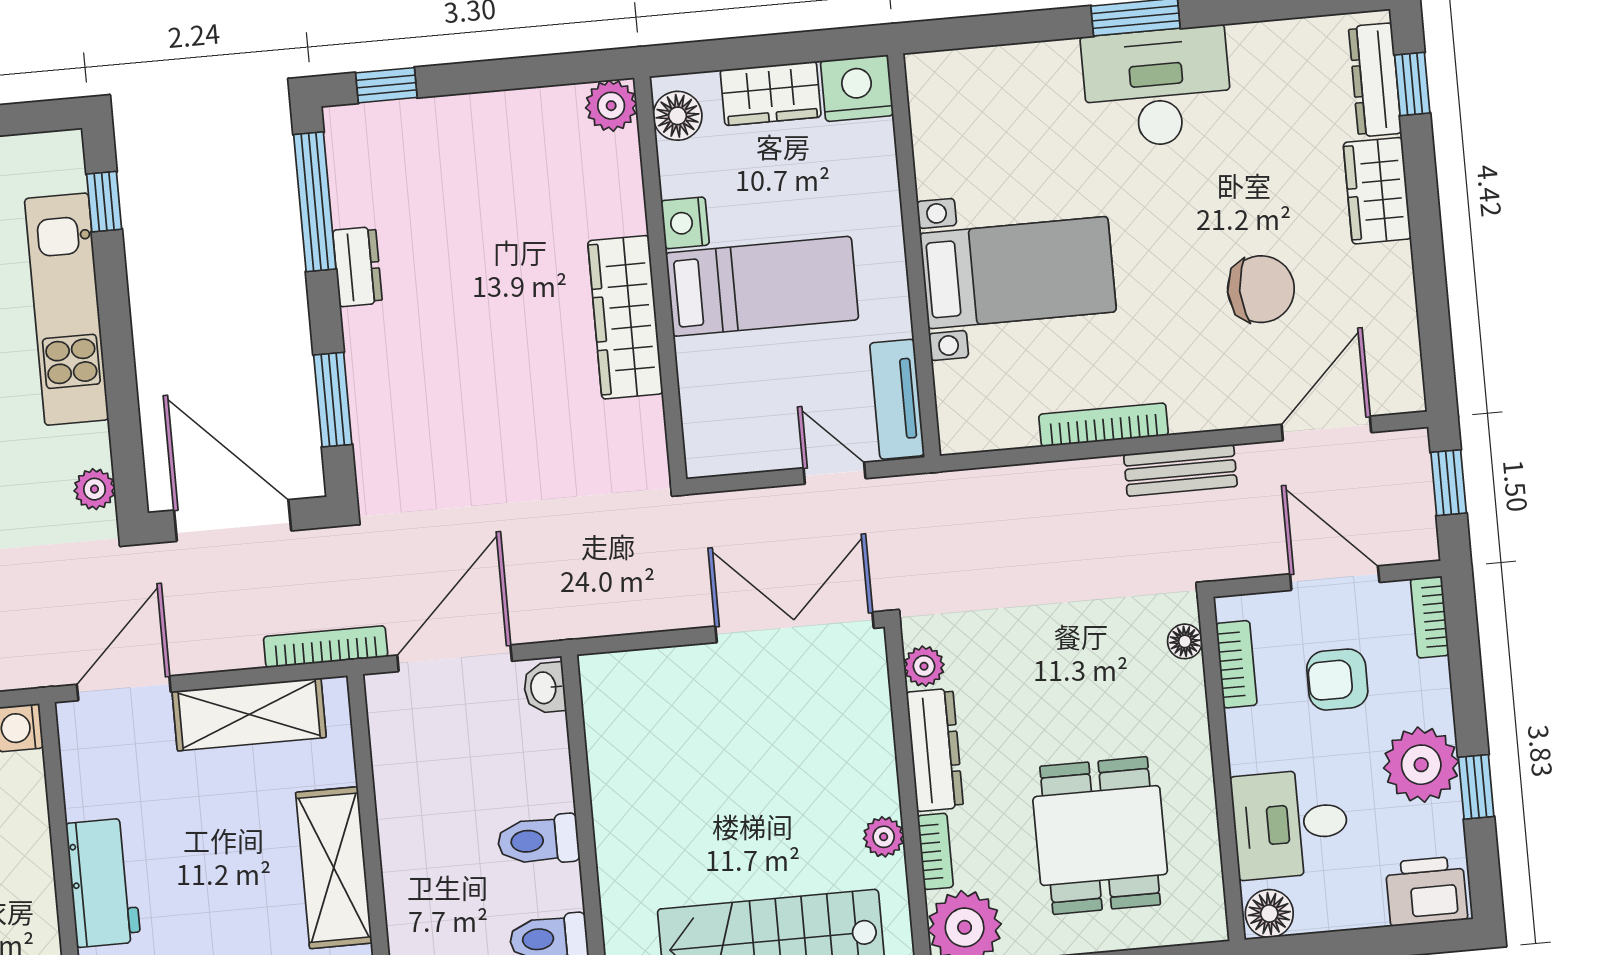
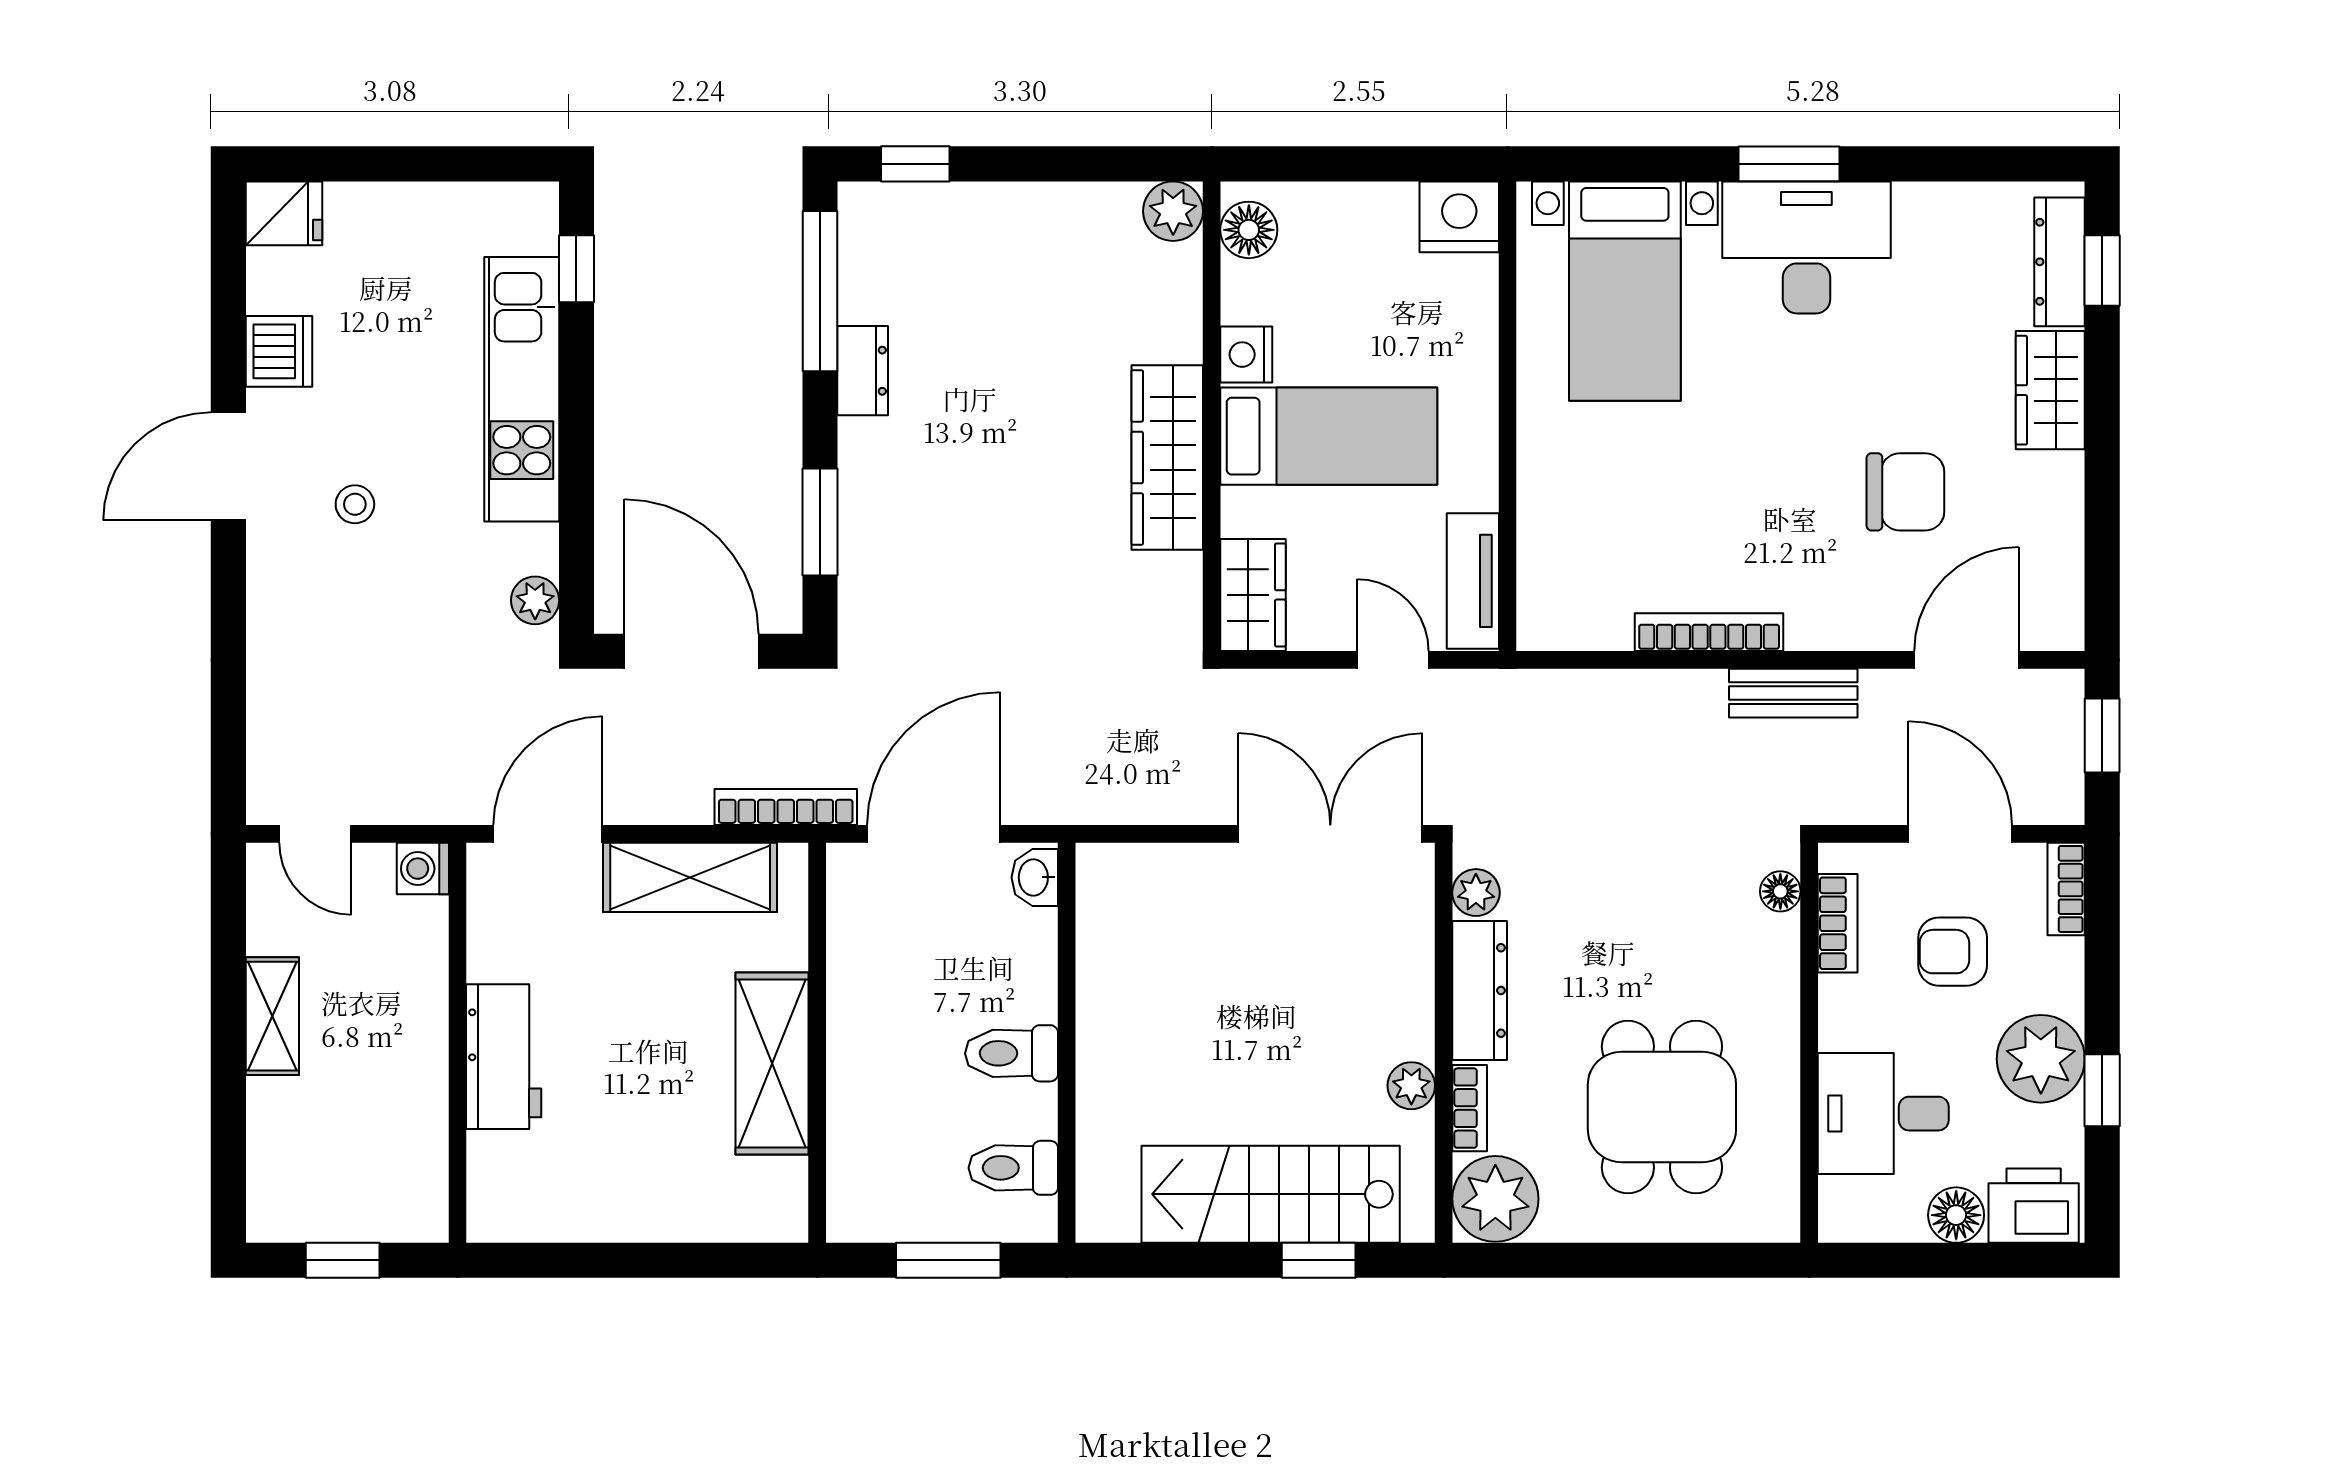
wardrobe: (771, 93) -> (1253, 595), moved, turned -90
bed with nightstands: (1018, 273) -> (1625, 291), moved, turned 90
floor lamp: (1269, 914) -> (1956, 1215), moved

